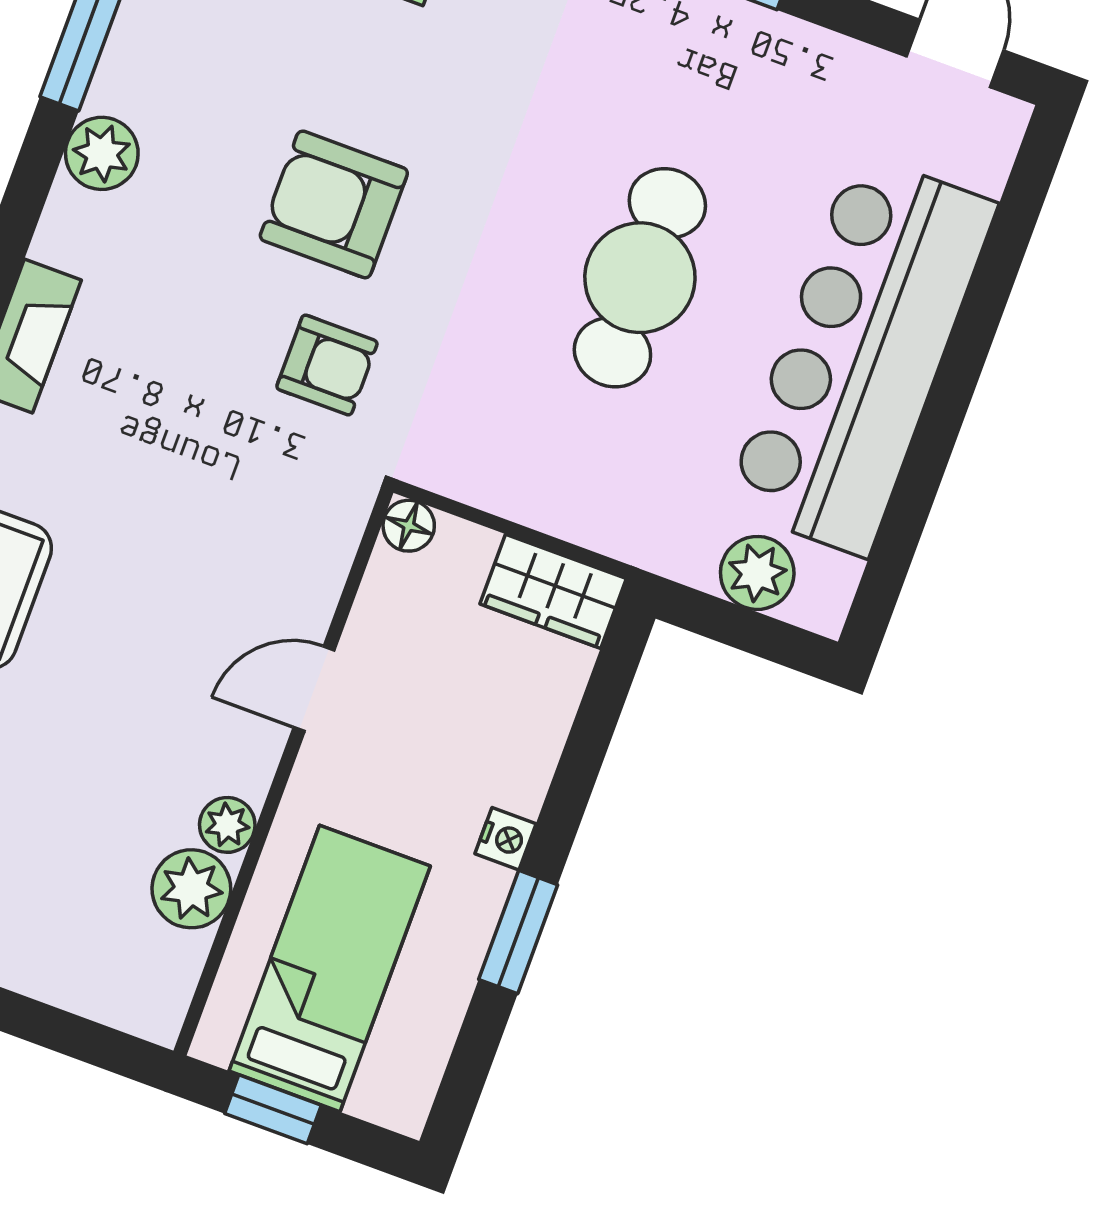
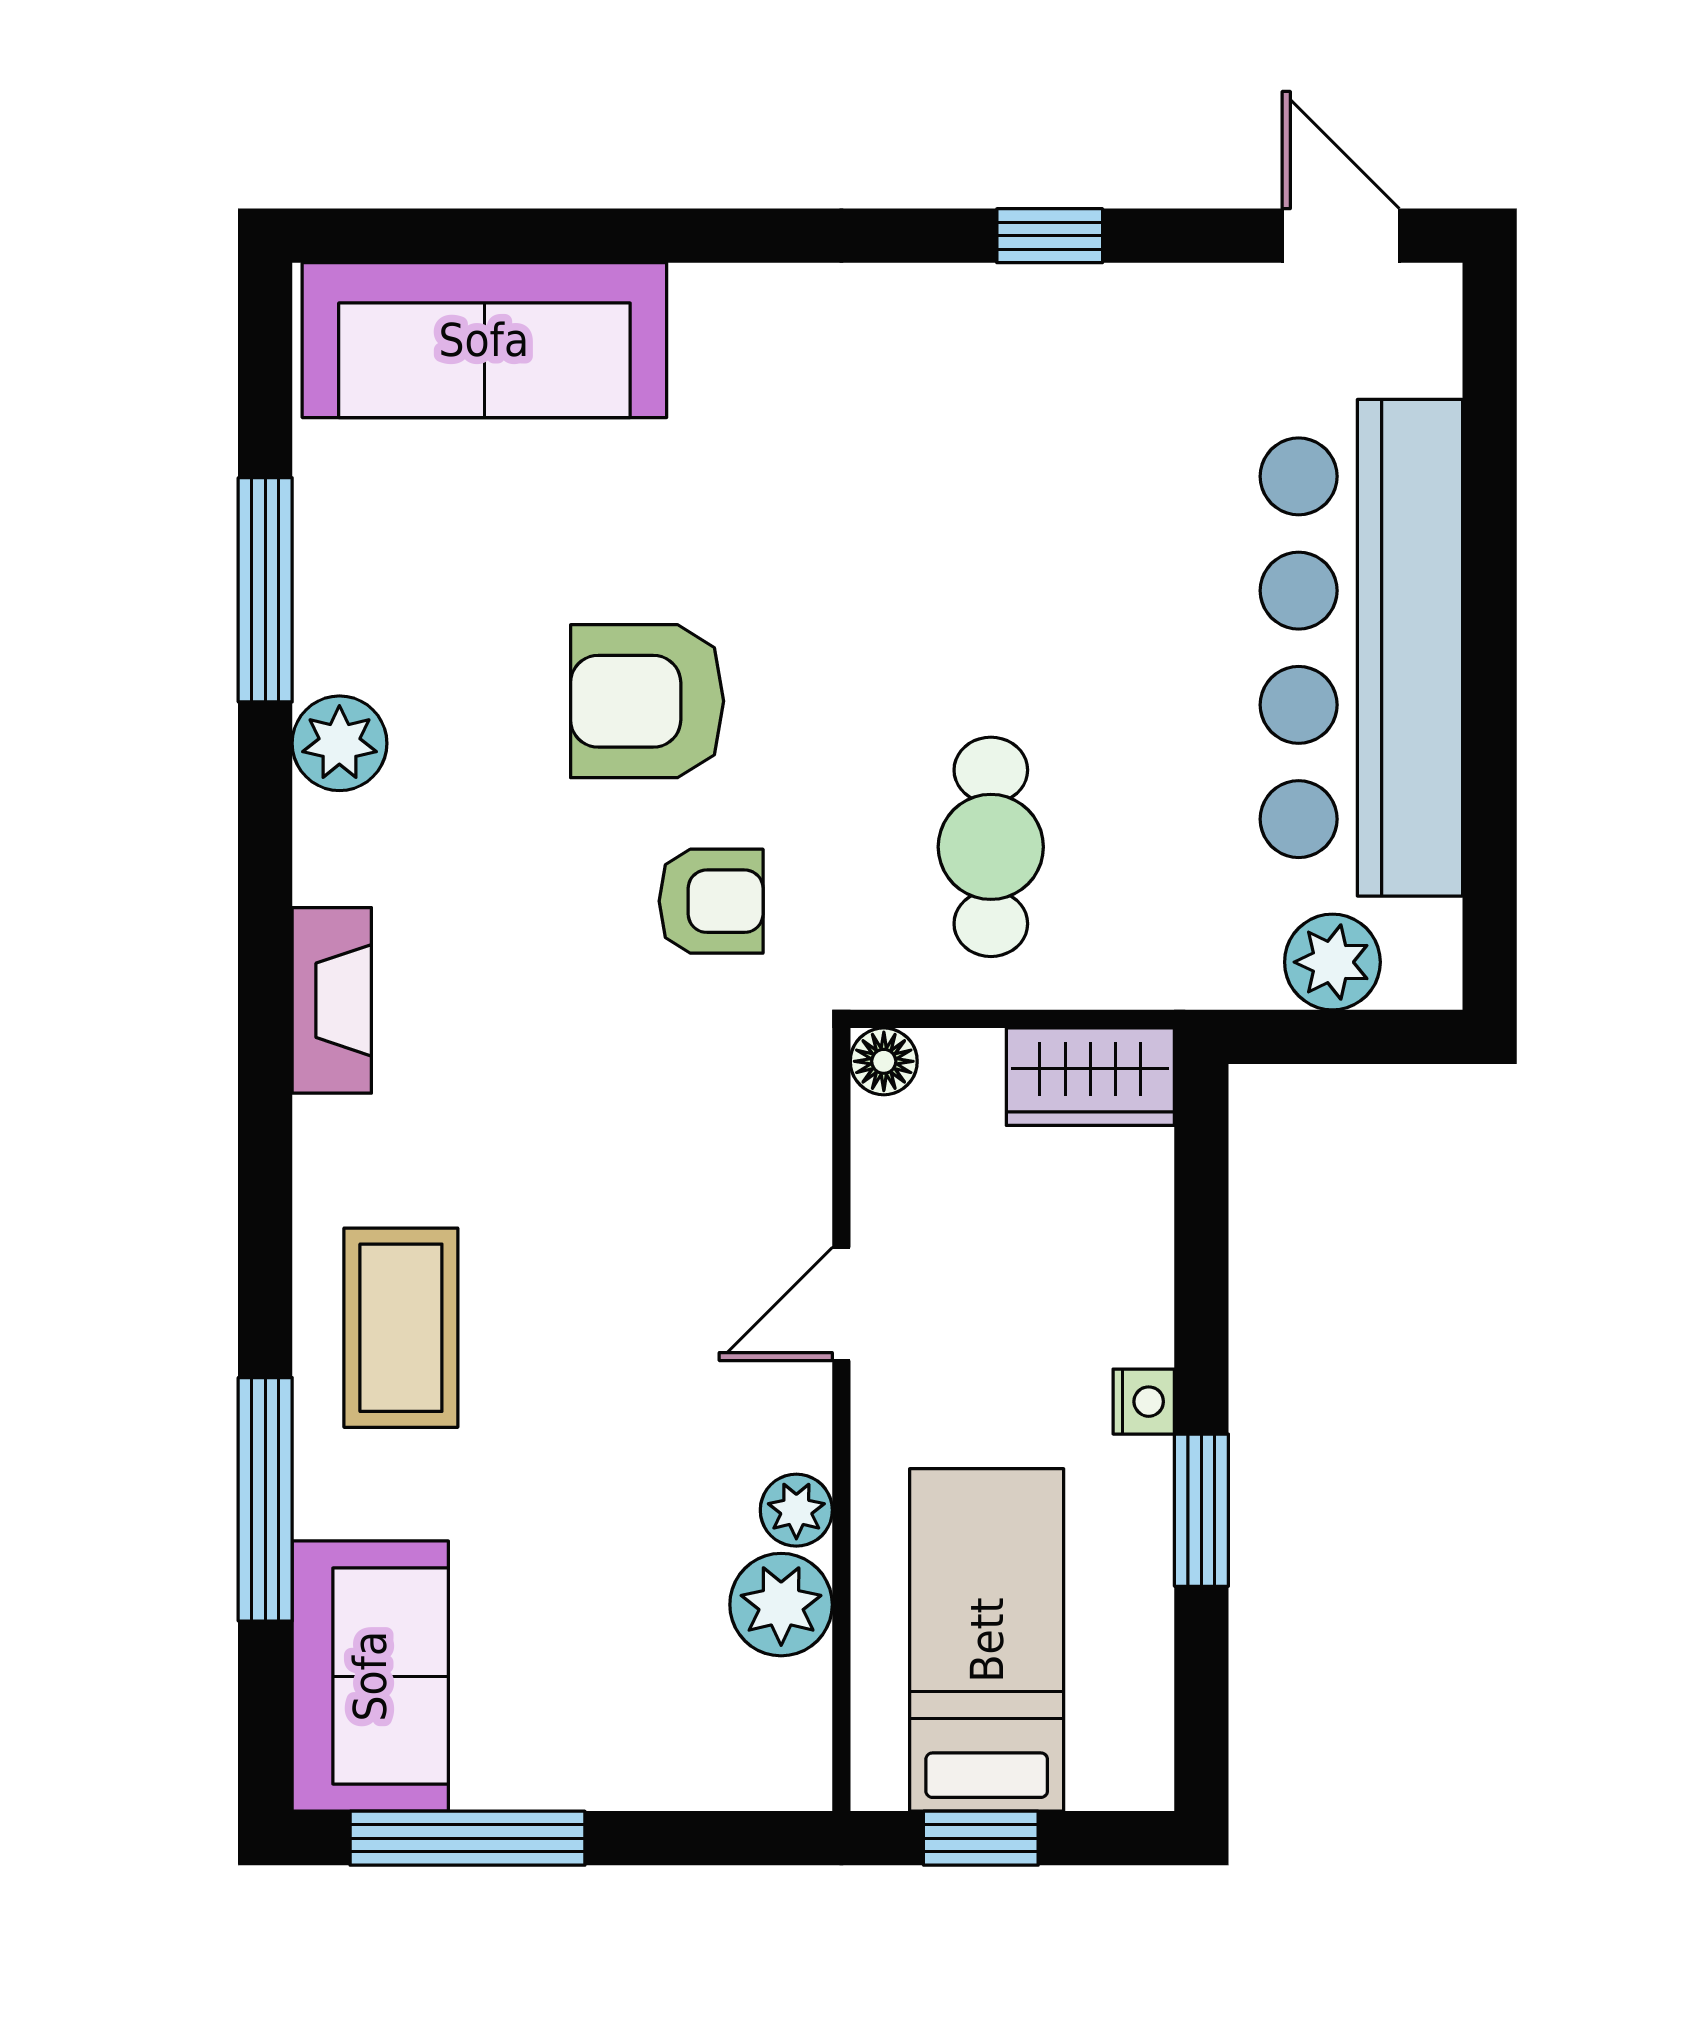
cafe table: (640, 278) -> (991, 847), moved, width x0.73, depth x0.74

